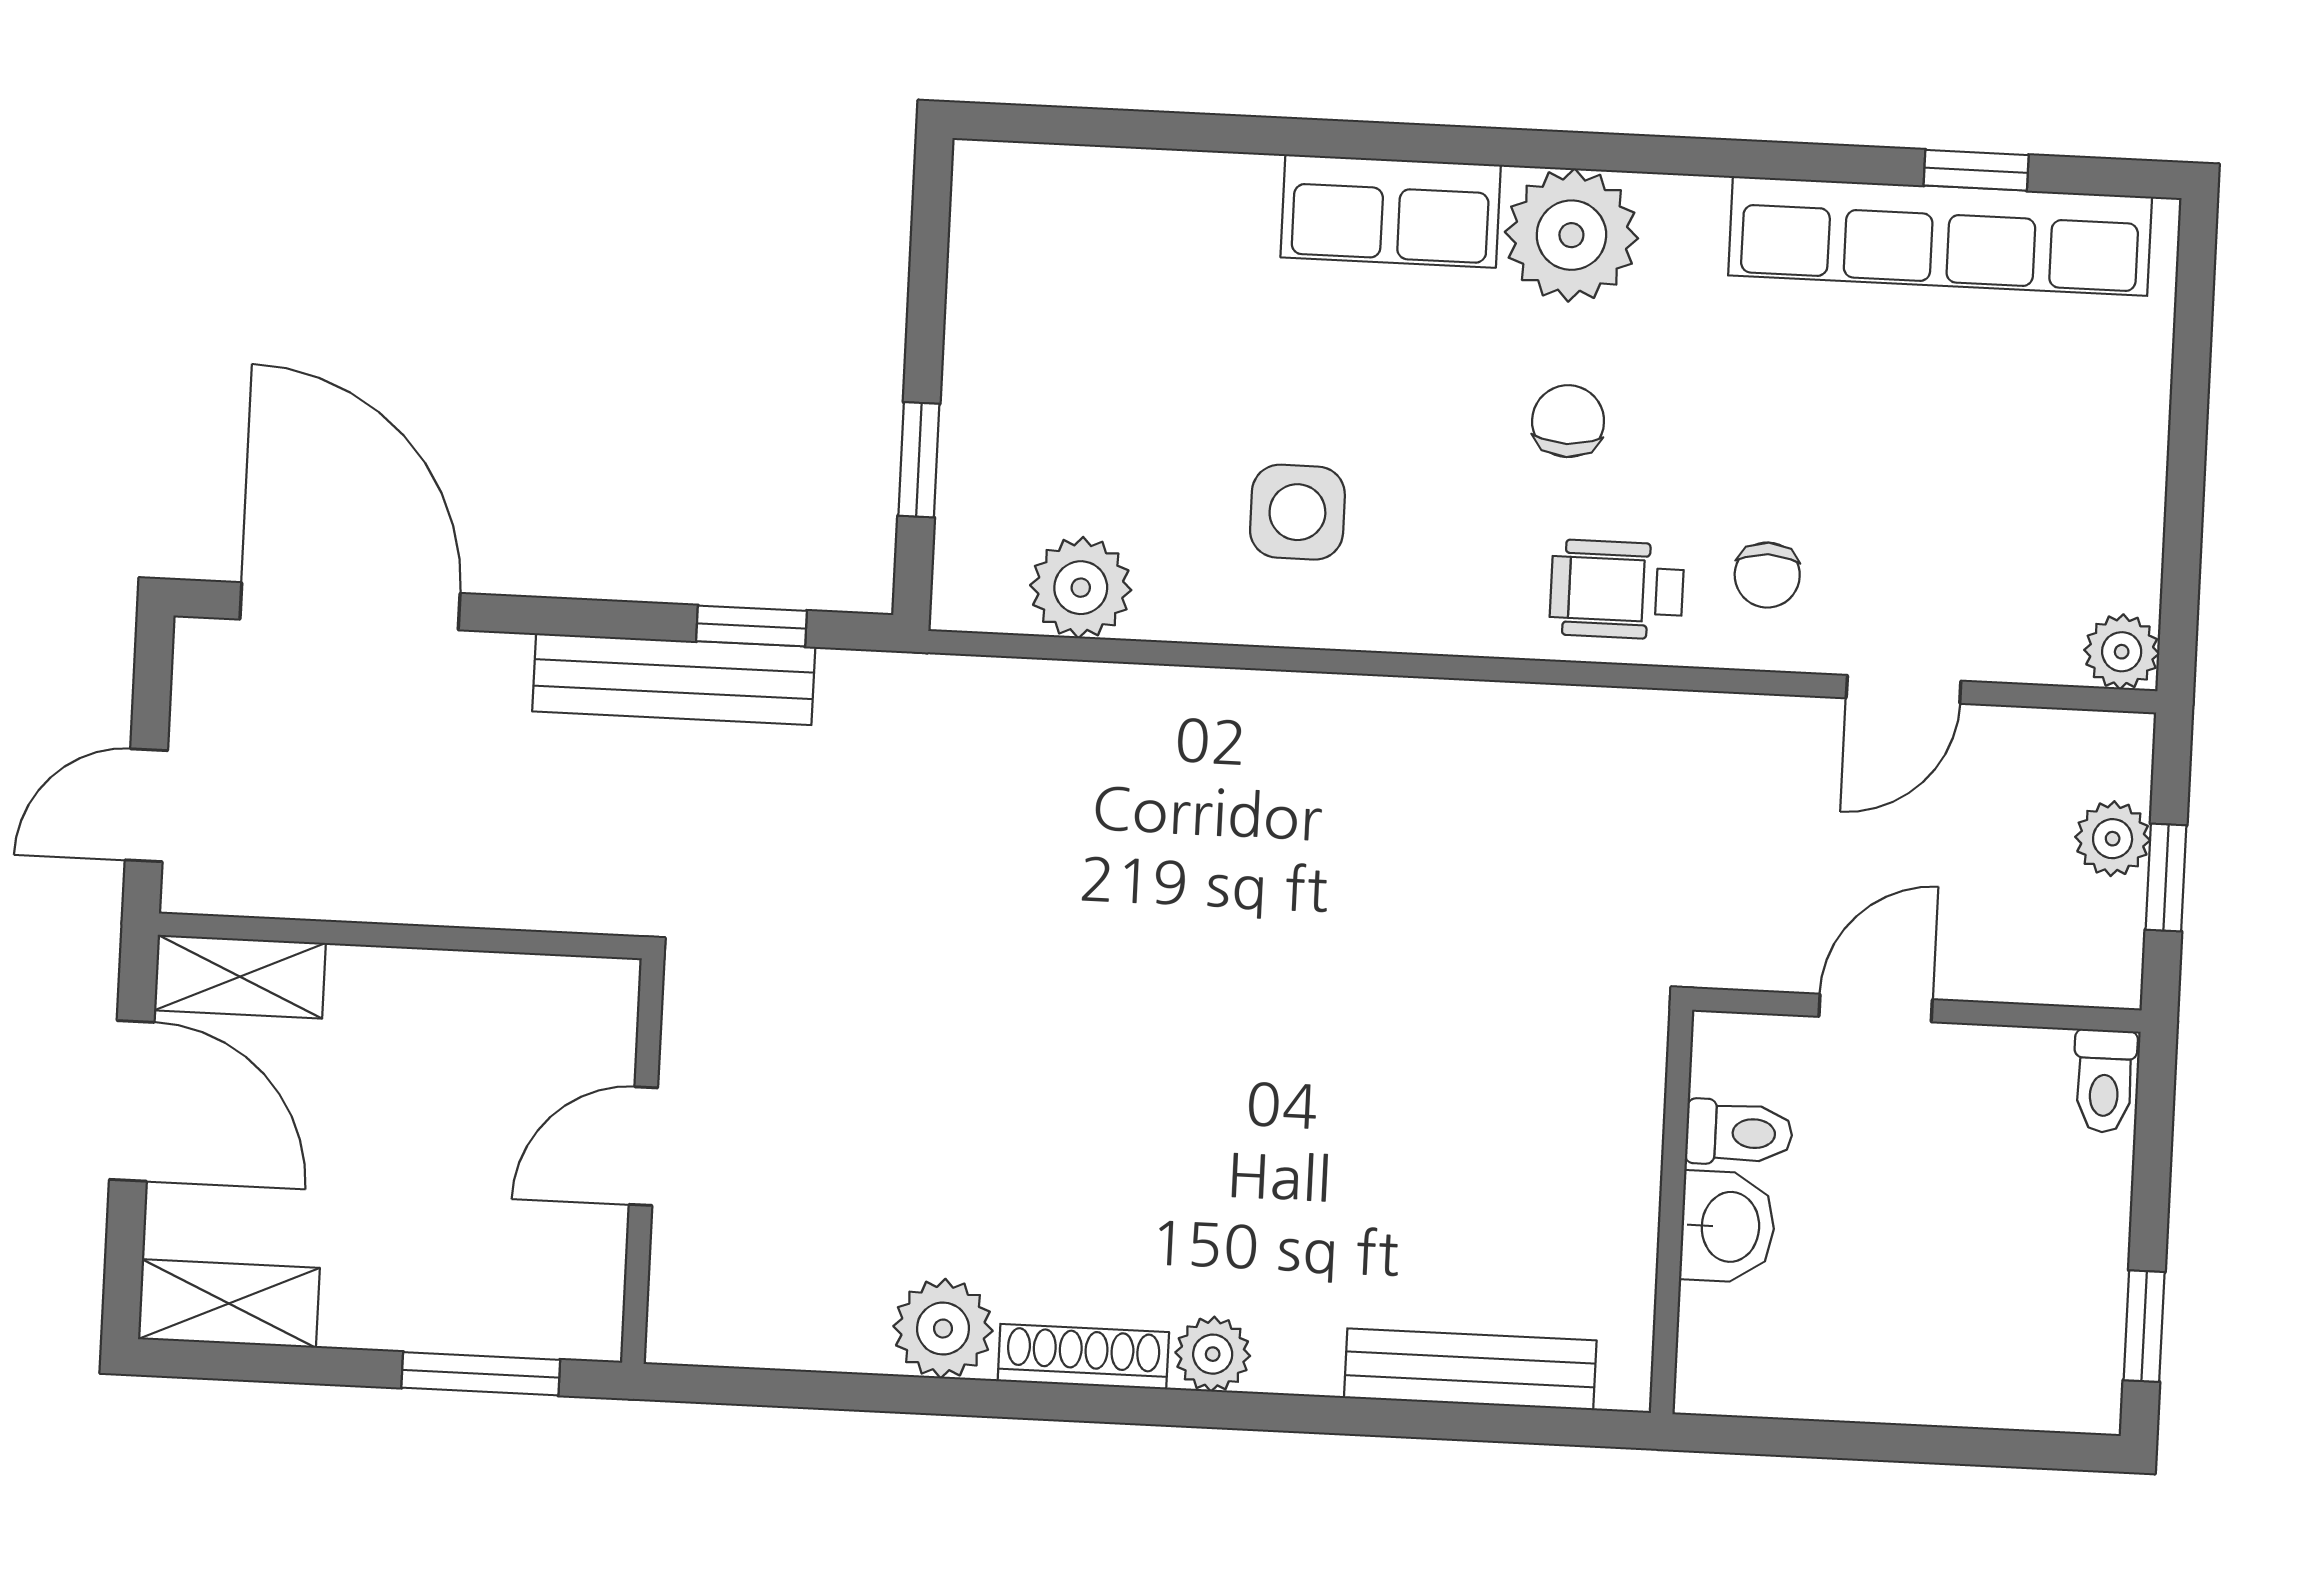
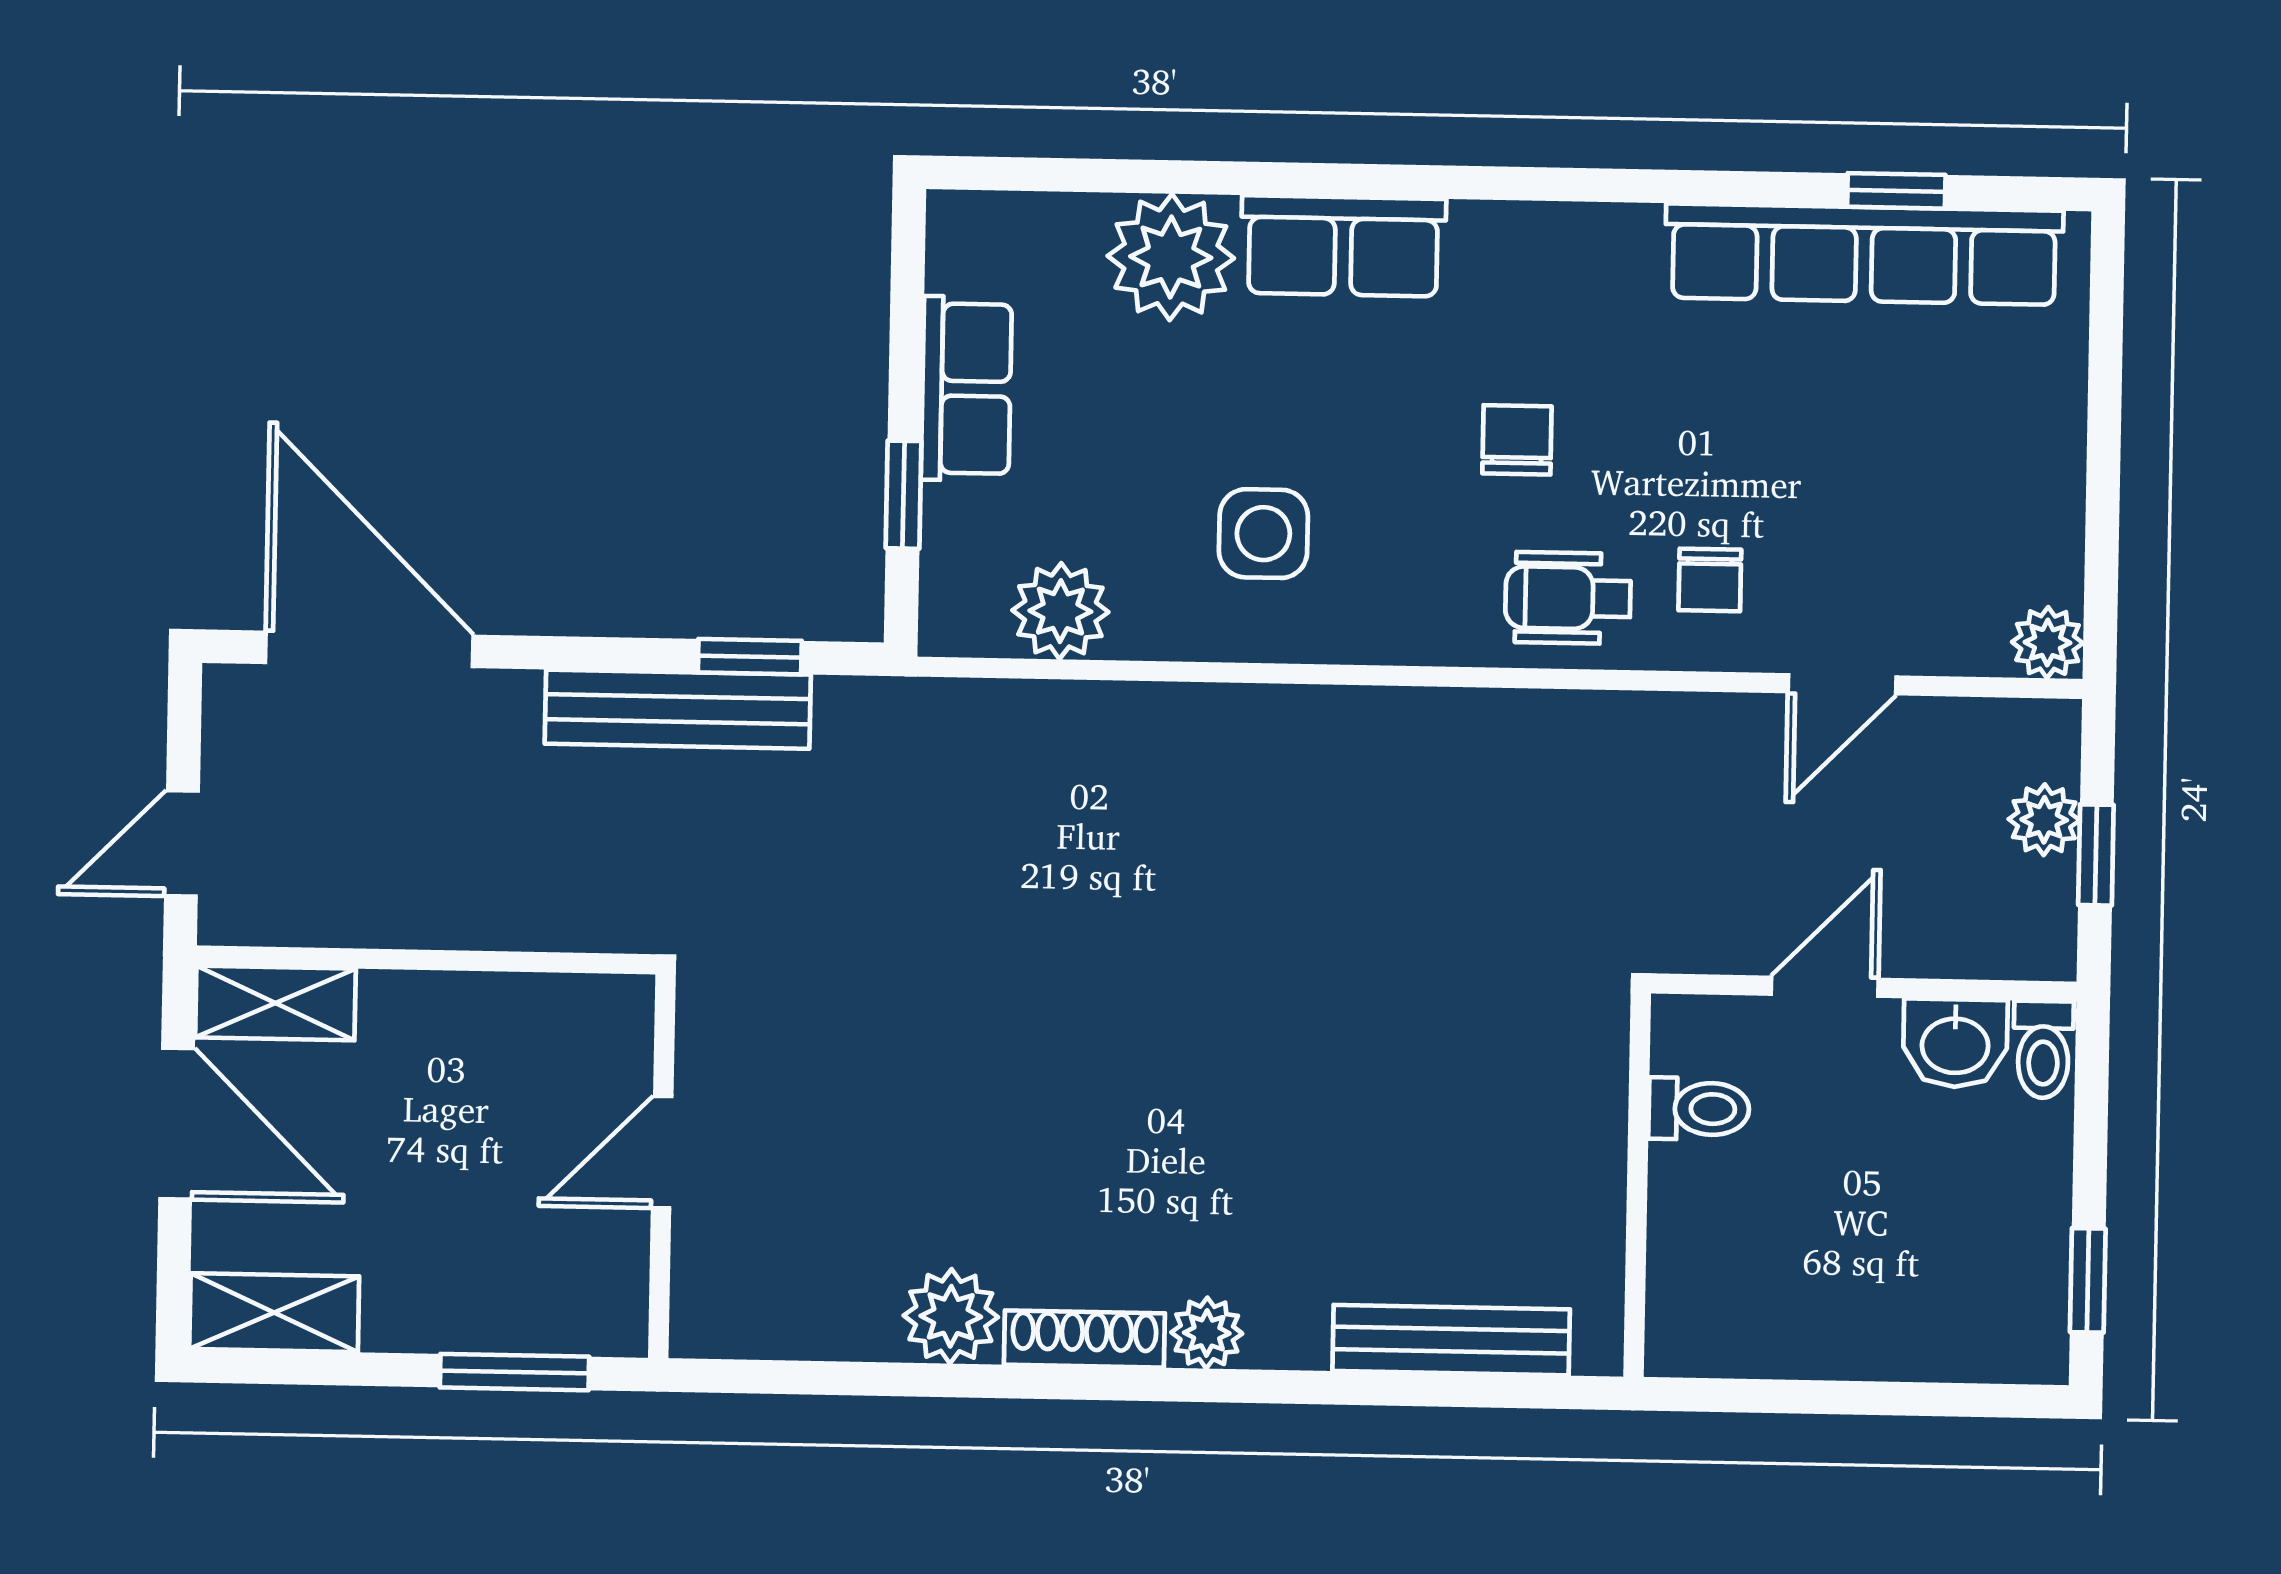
plant: (1571, 235) -> (1171, 257), moved
row of seats: (988, 350) -> (966, 389), added
washbasin: (1728, 1227) -> (1955, 1043), moved, turned 90

